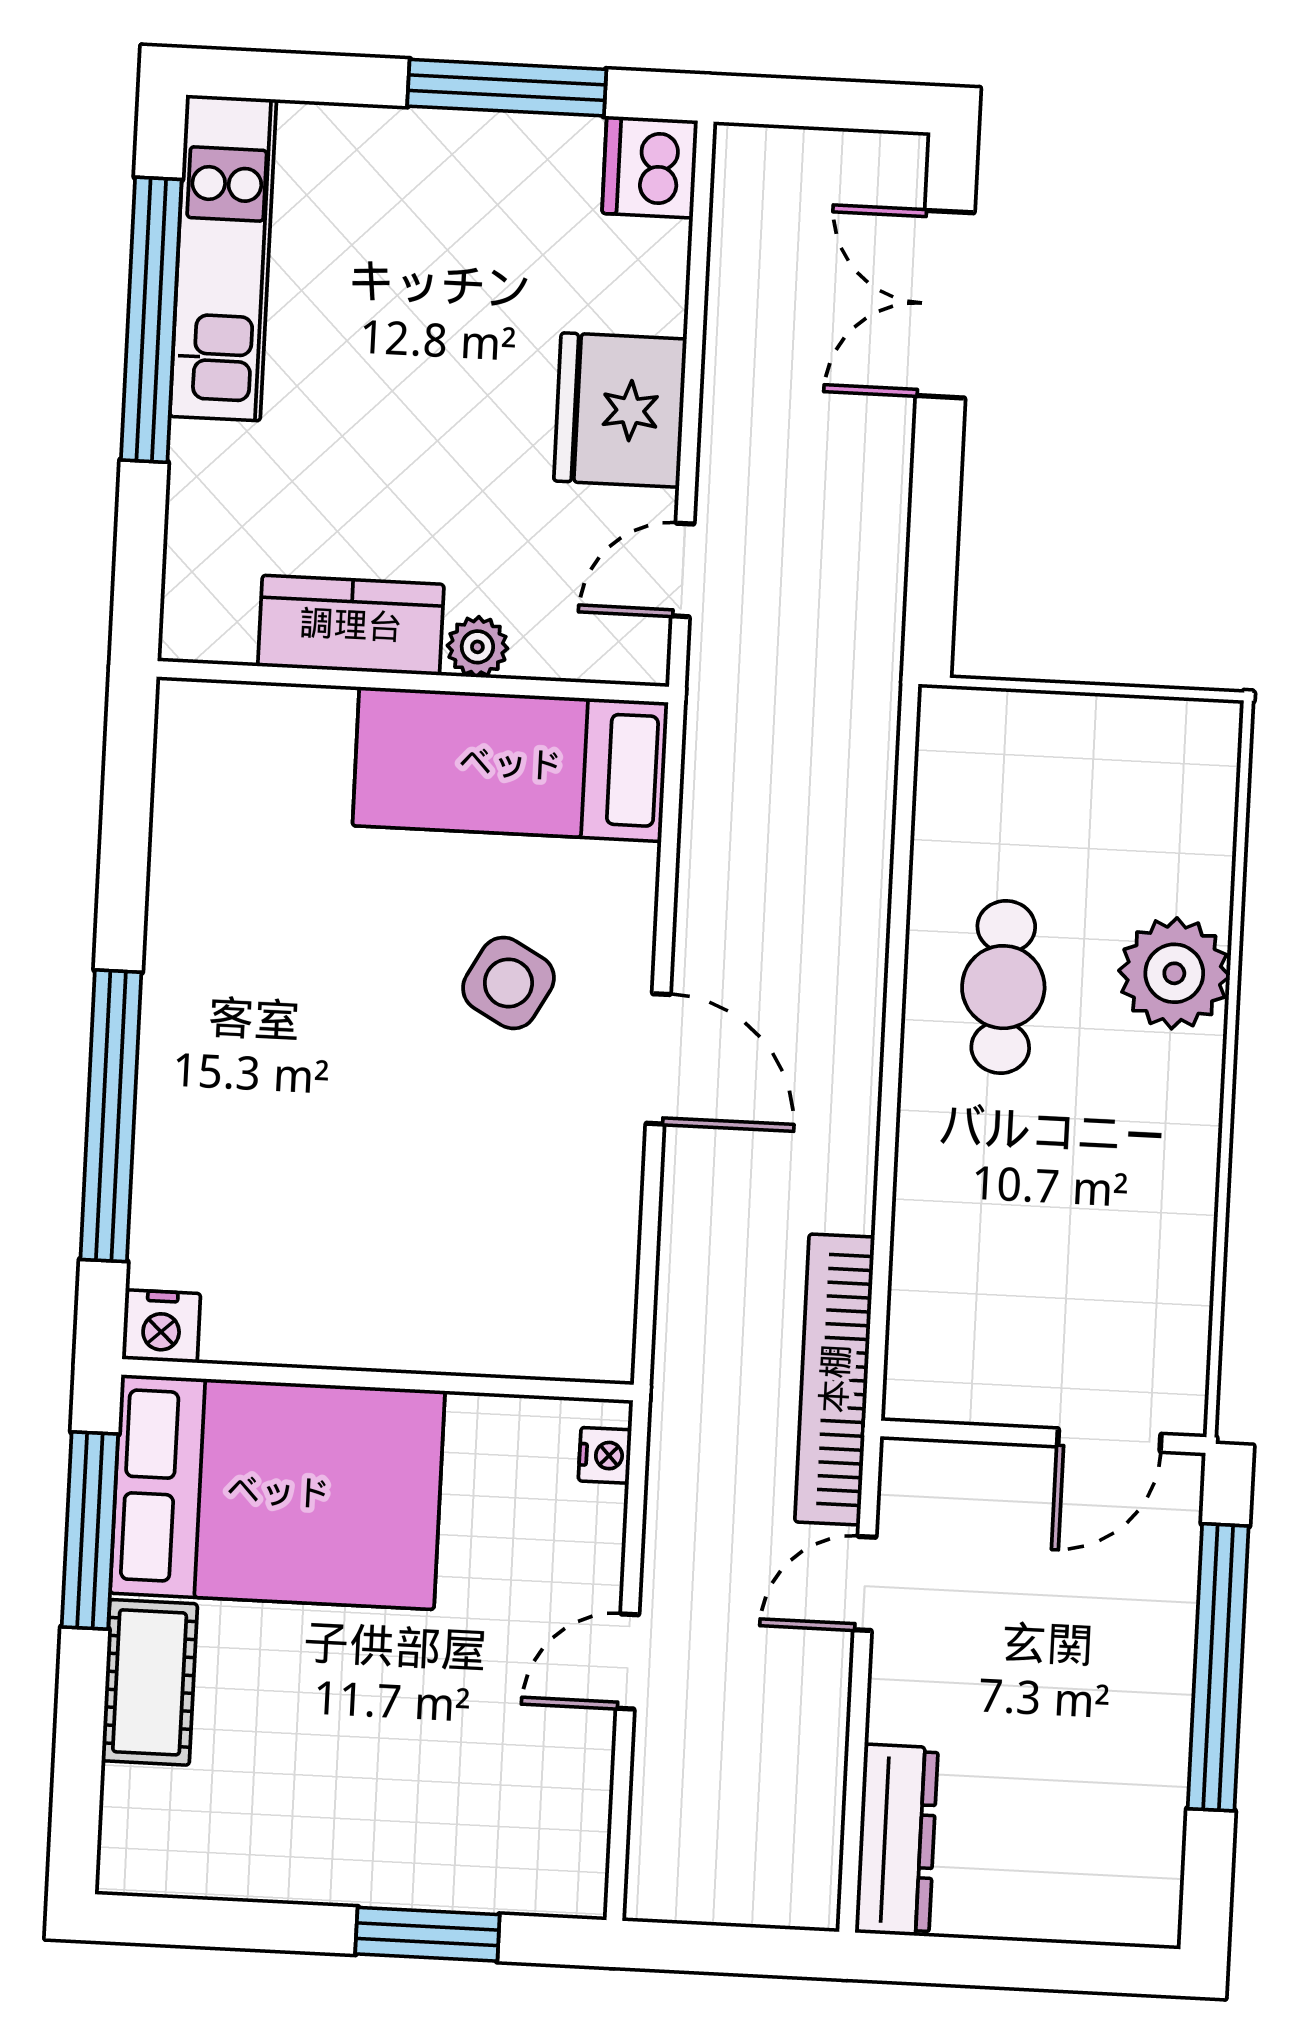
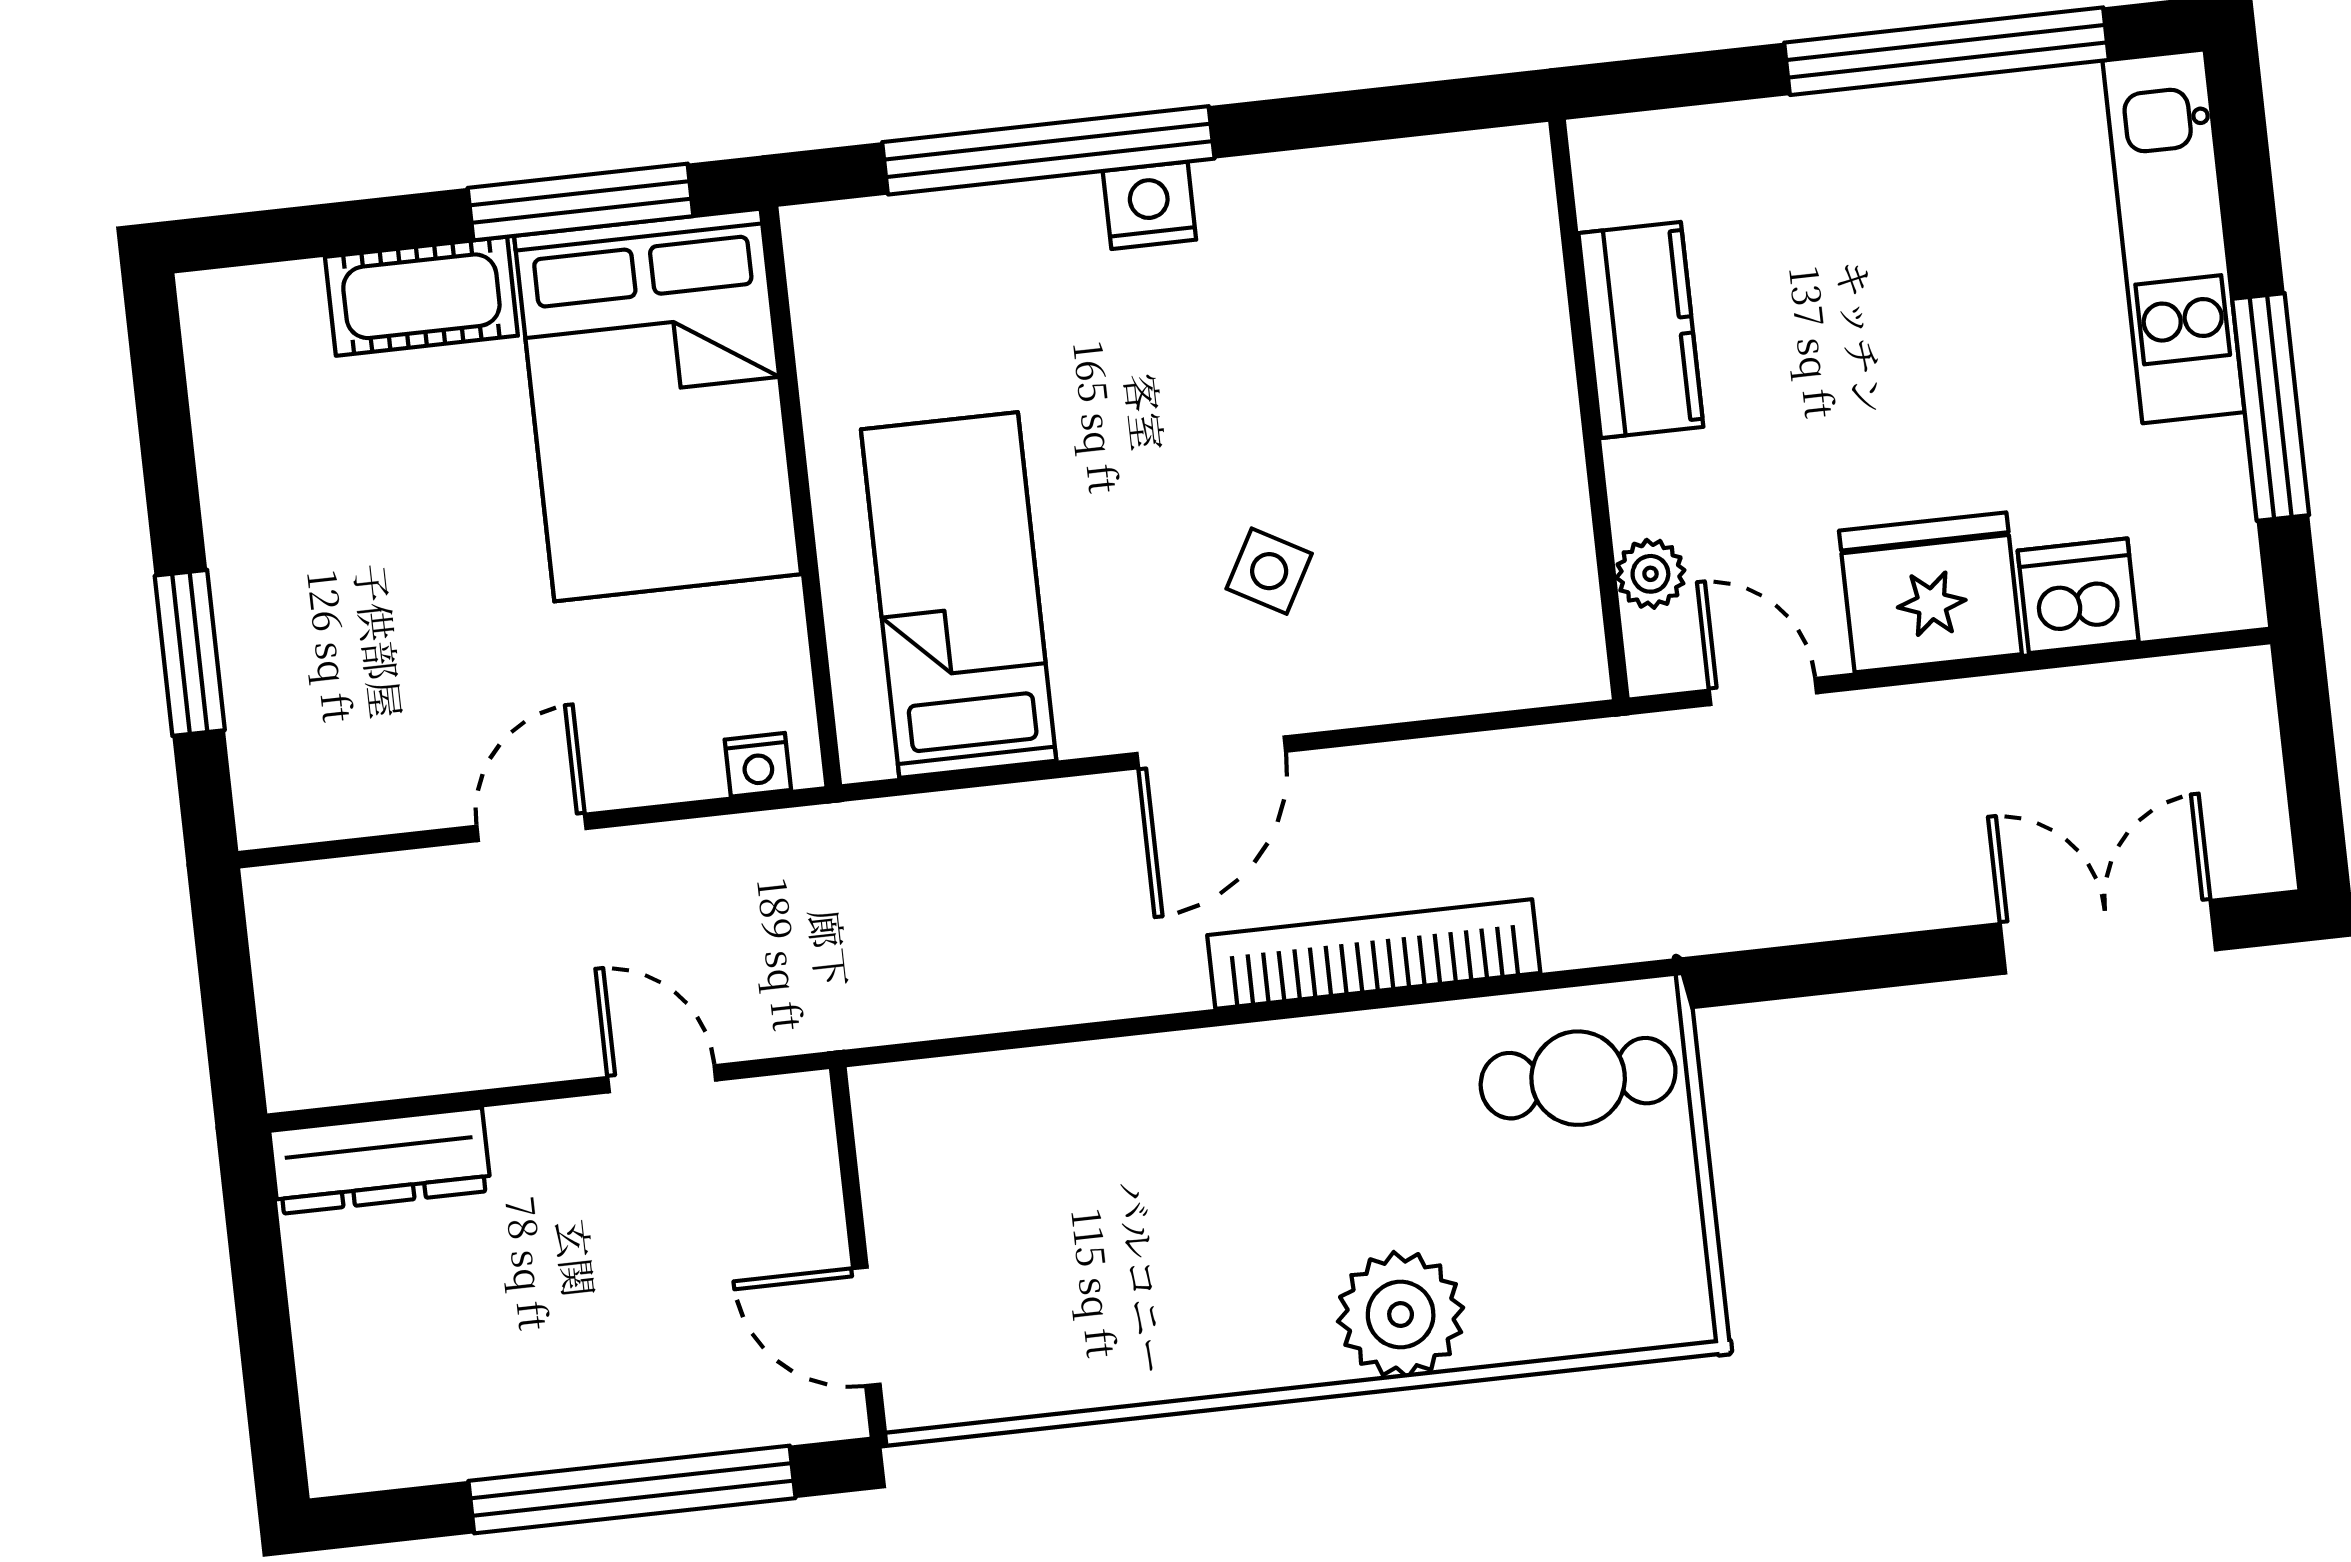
dishwasher: (650, 167) -> (2078, 596), moved
kitchen unit: (223, 258) -> (2173, 236), moved, turned 90
plant: (477, 647) -> (1650, 574), moved
bed: (510, 764) -> (959, 595), moved
side table: (508, 983) -> (1269, 571), width x0.73, depth x0.73
cafe table: (1003, 987) -> (1578, 1078), moved
nightstand: (161, 1326) -> (1149, 205), moved, turned 90
bookcase: (835, 1379) -> (1374, 954), moved
door: (628, 1661) -> (531, 827), hinge flipped

